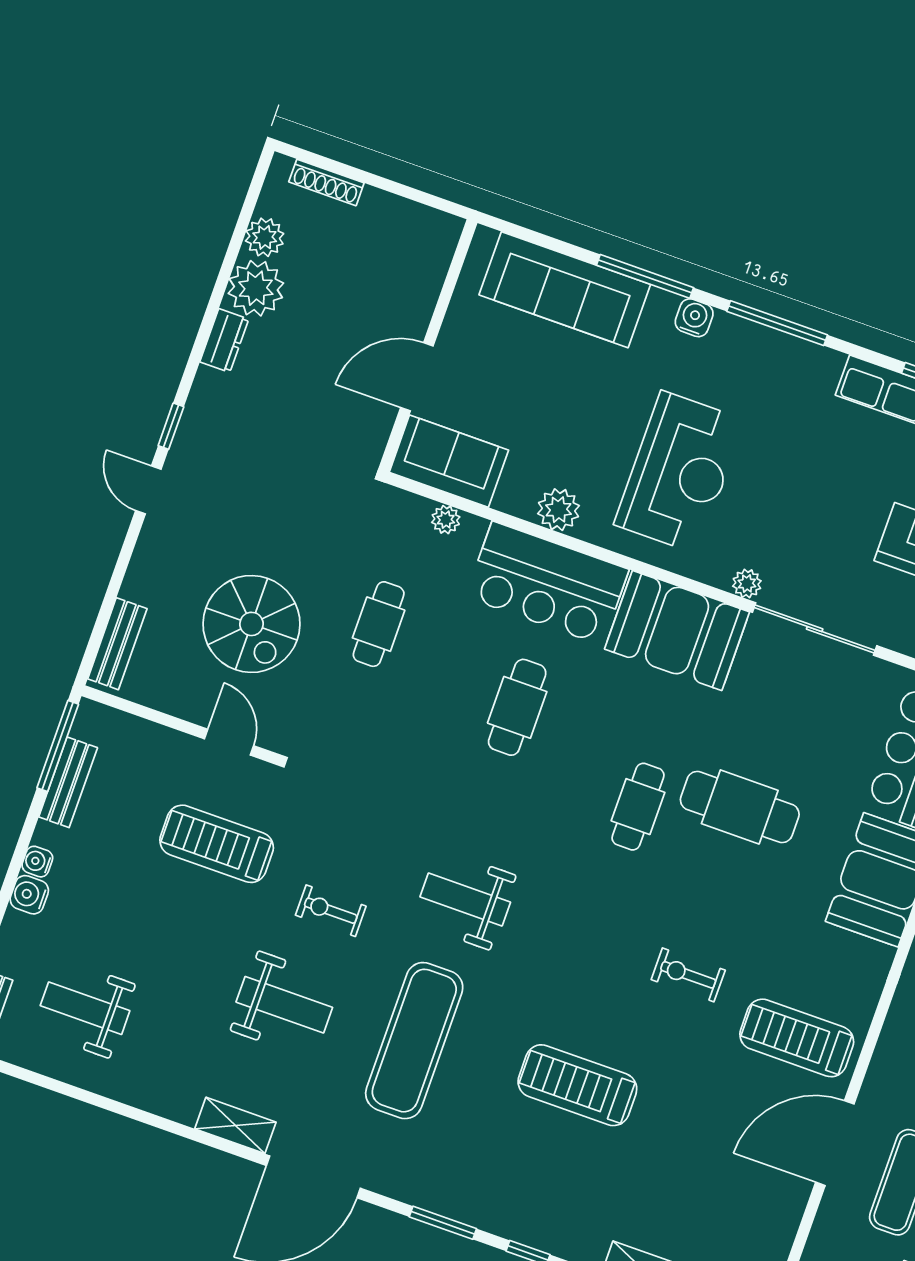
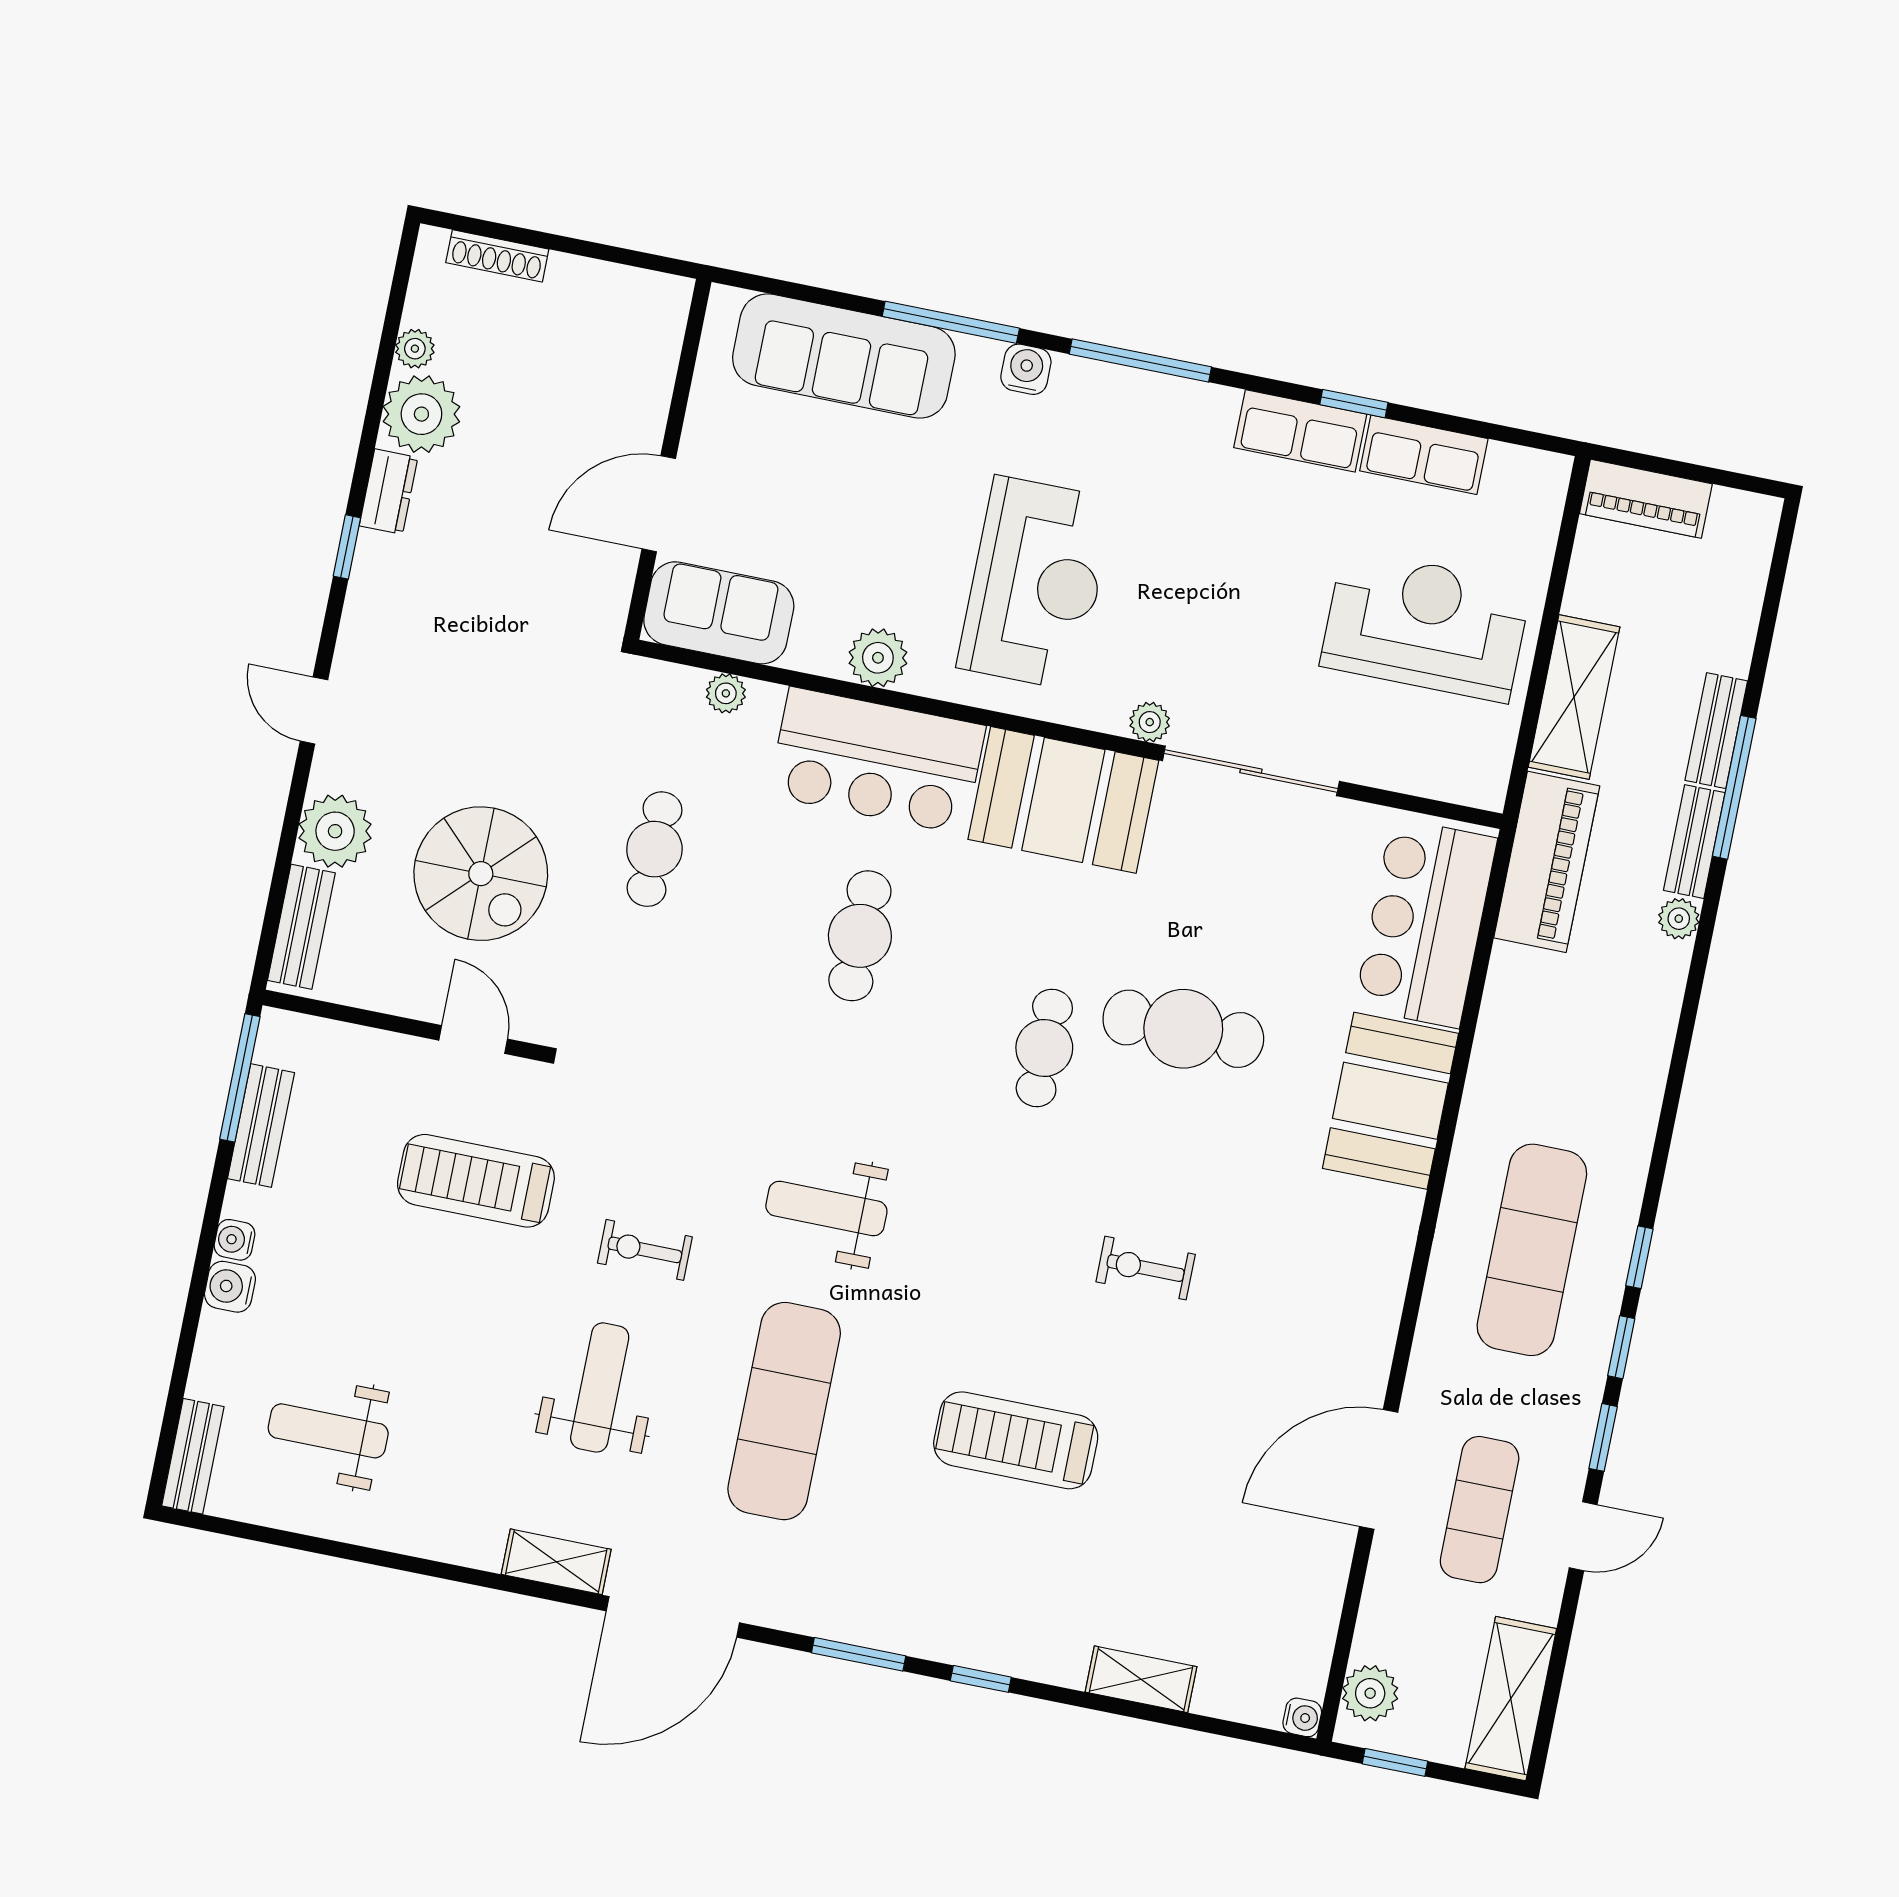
plant: (265, 237) -> (415, 349), width x0.73, depth x0.73
window: (171, 426) -> (347, 547), moved
plant: (151, 579) -> (335, 831), added
weight bench: (284, 1005) -> (600, 1387), turned -90
treadmill: (797, 1038) -> (1306, 1333), removed

